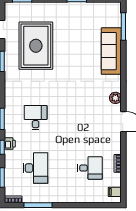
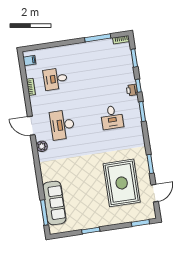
sofa: (111, 51) -> (54, 203), moved
desk: (36, 168) -> (62, 125), moved

